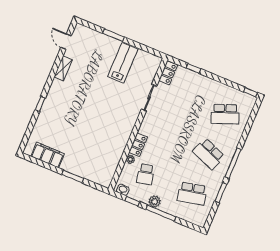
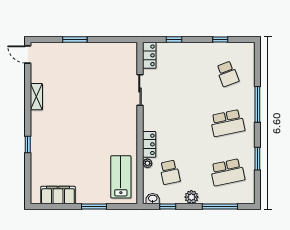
door: (66, 42) -> (28, 54), moved
lab bench: (123, 63) -> (121, 177), moved
window: (251, 92) -> (220, 40), moved
school desk: (225, 114) -> (227, 74), width x0.54
school desk: (209, 154) -> (227, 123), turned -33
window: (233, 163) -> (257, 104), moved
window: (161, 213) -> (220, 207), moved

